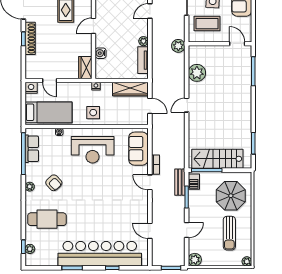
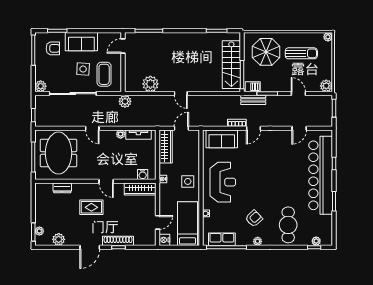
water cooler: (101, 53) -> (143, 174), moved
wardrobe: (85, 68) -> (140, 189), width x1.50

